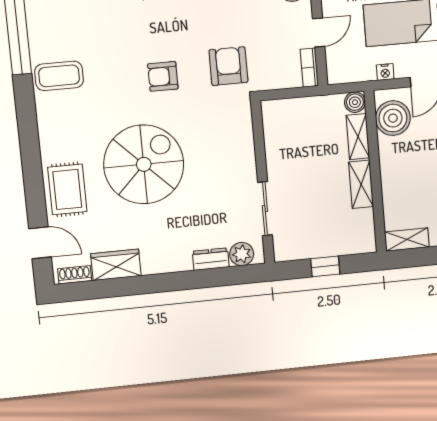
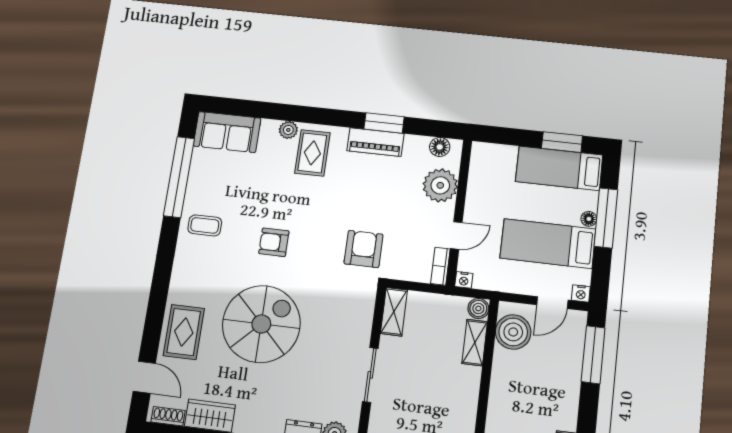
nightstand: (385, 72) -> (464, 280), moved
coffee table: (59, 76) -> (205, 225), width x0.73, depth x0.77
armchair: (163, 76) -> (274, 242), moved
shelving: (361, 184) -> (394, 312), moved
sliding door: (265, 209) -> (370, 375), moved

